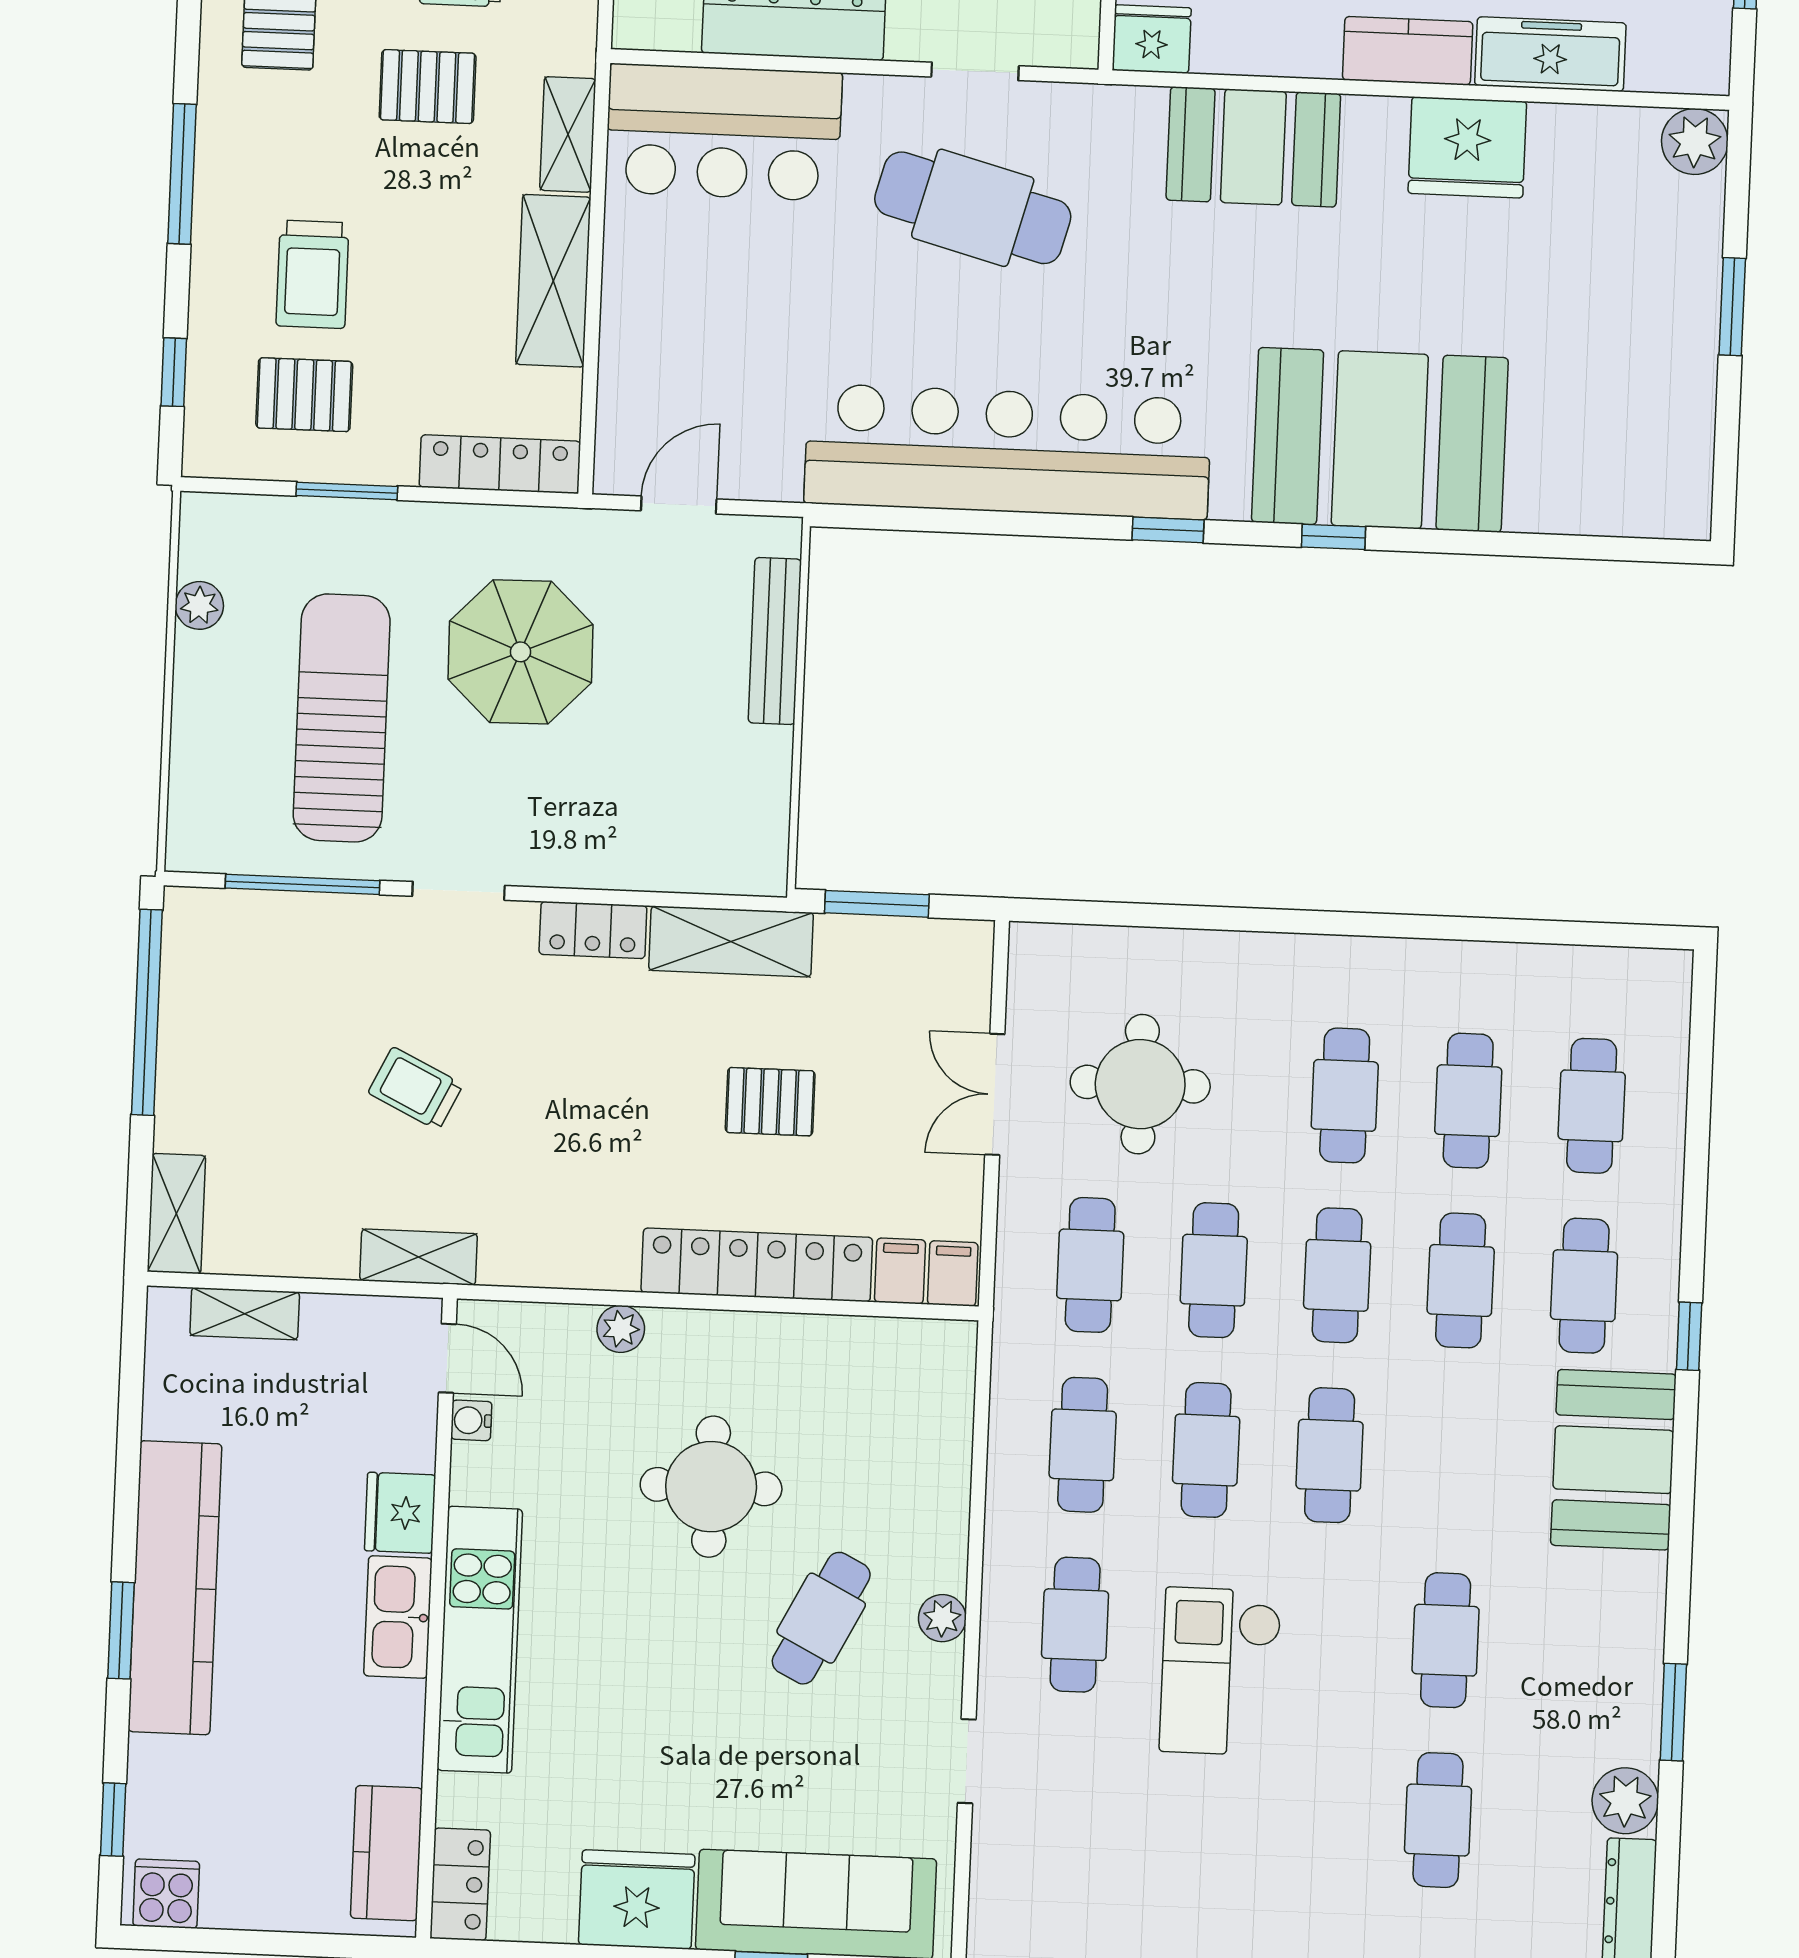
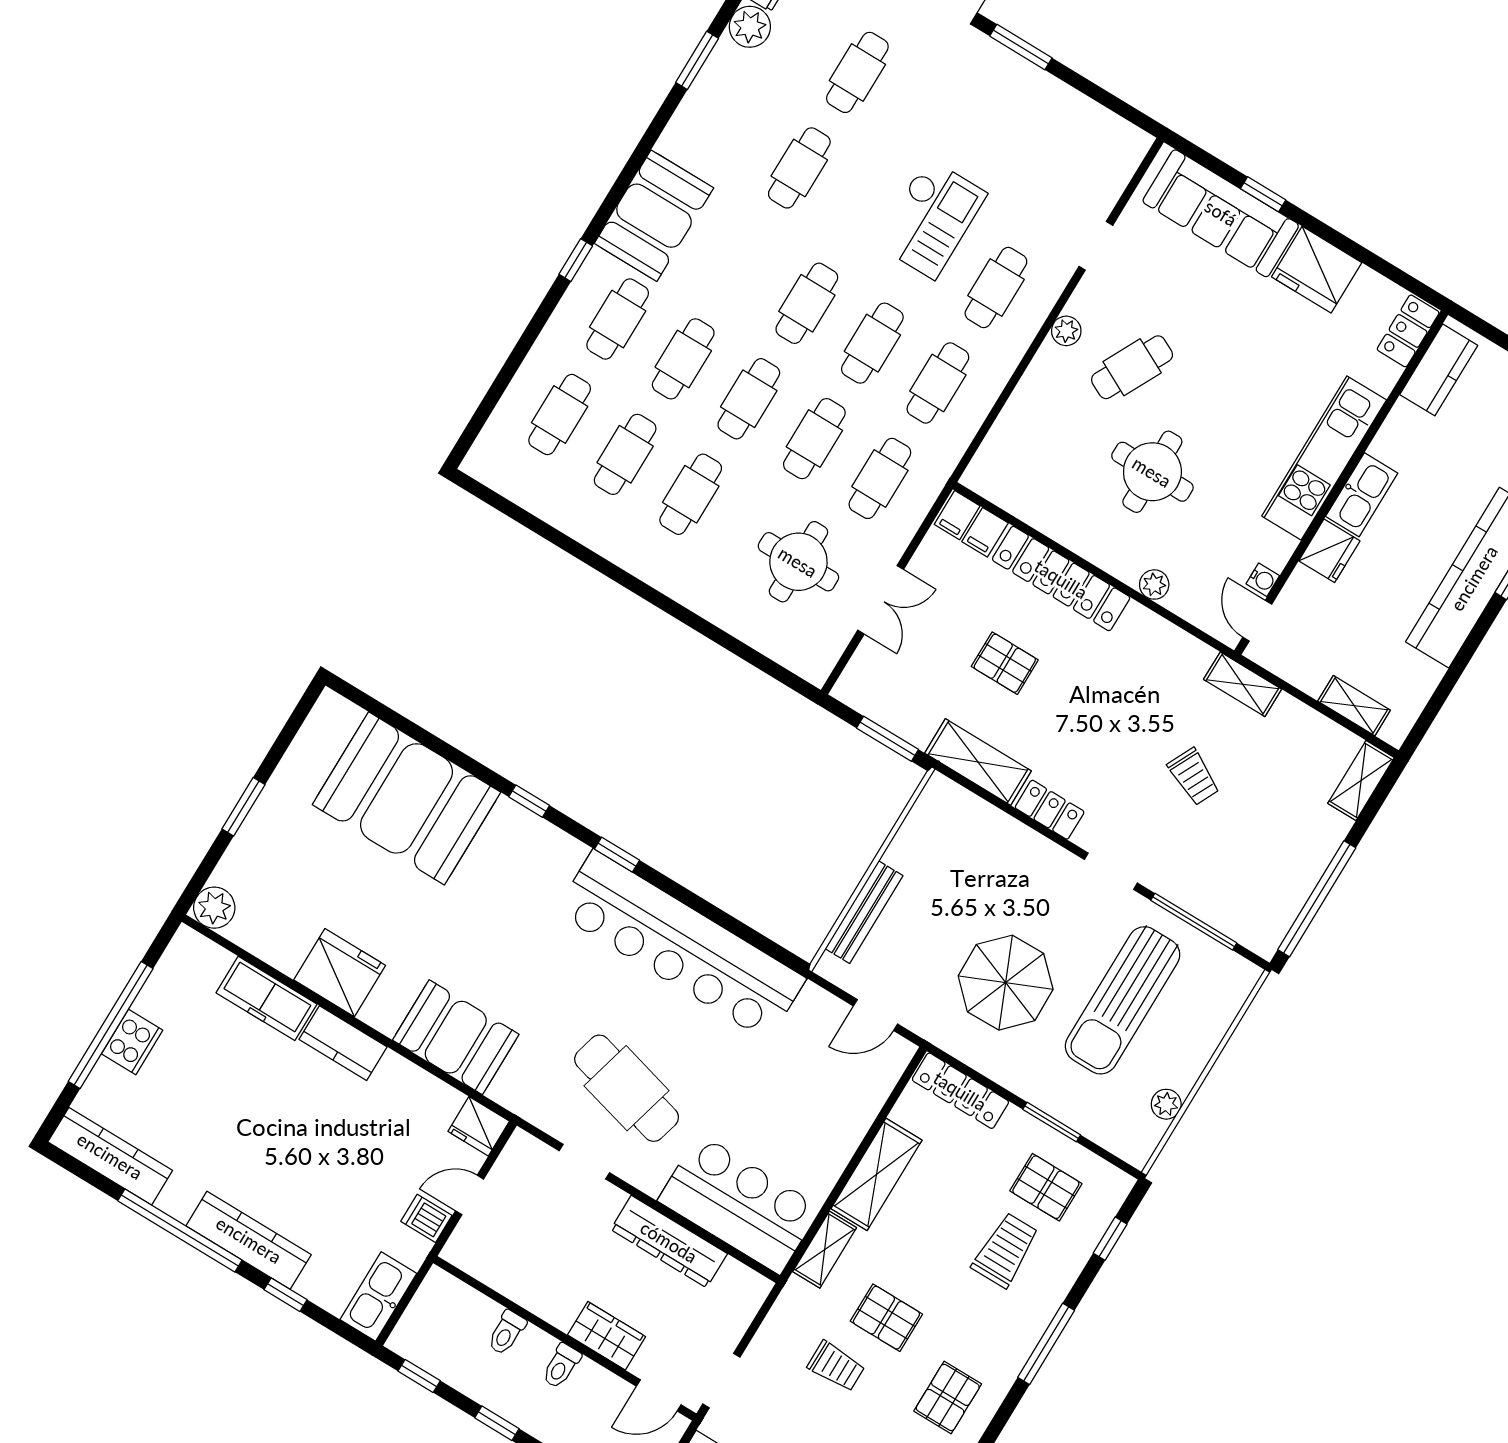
booth: (1380, 440) -> (407, 798), moved

